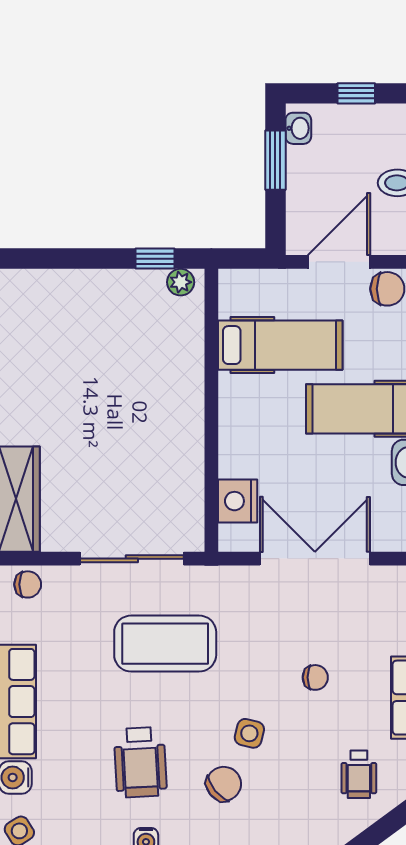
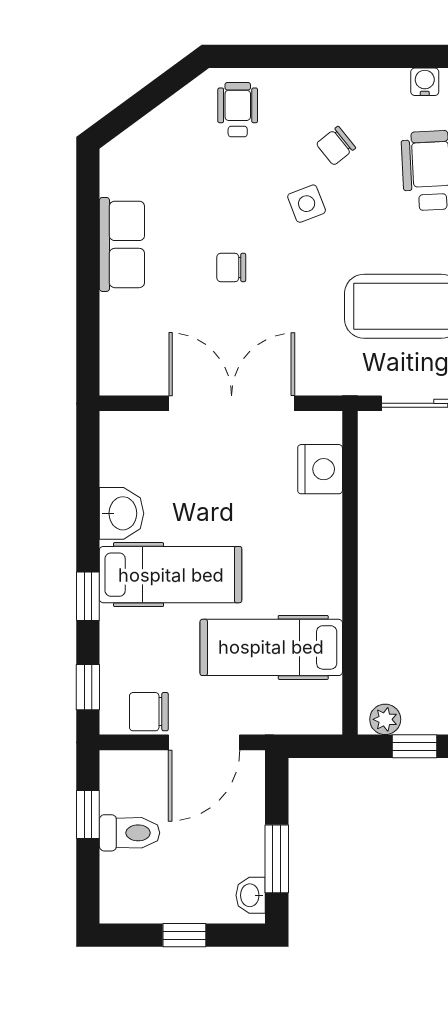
double door: (315, 559) -> (232, 403), swing flipped
side table: (249, 733) -> (307, 204), turned -35
wheelchair: (359, 774) -> (238, 110), moved
chair: (224, 784) -> (336, 146), width x0.73, depth x0.73

